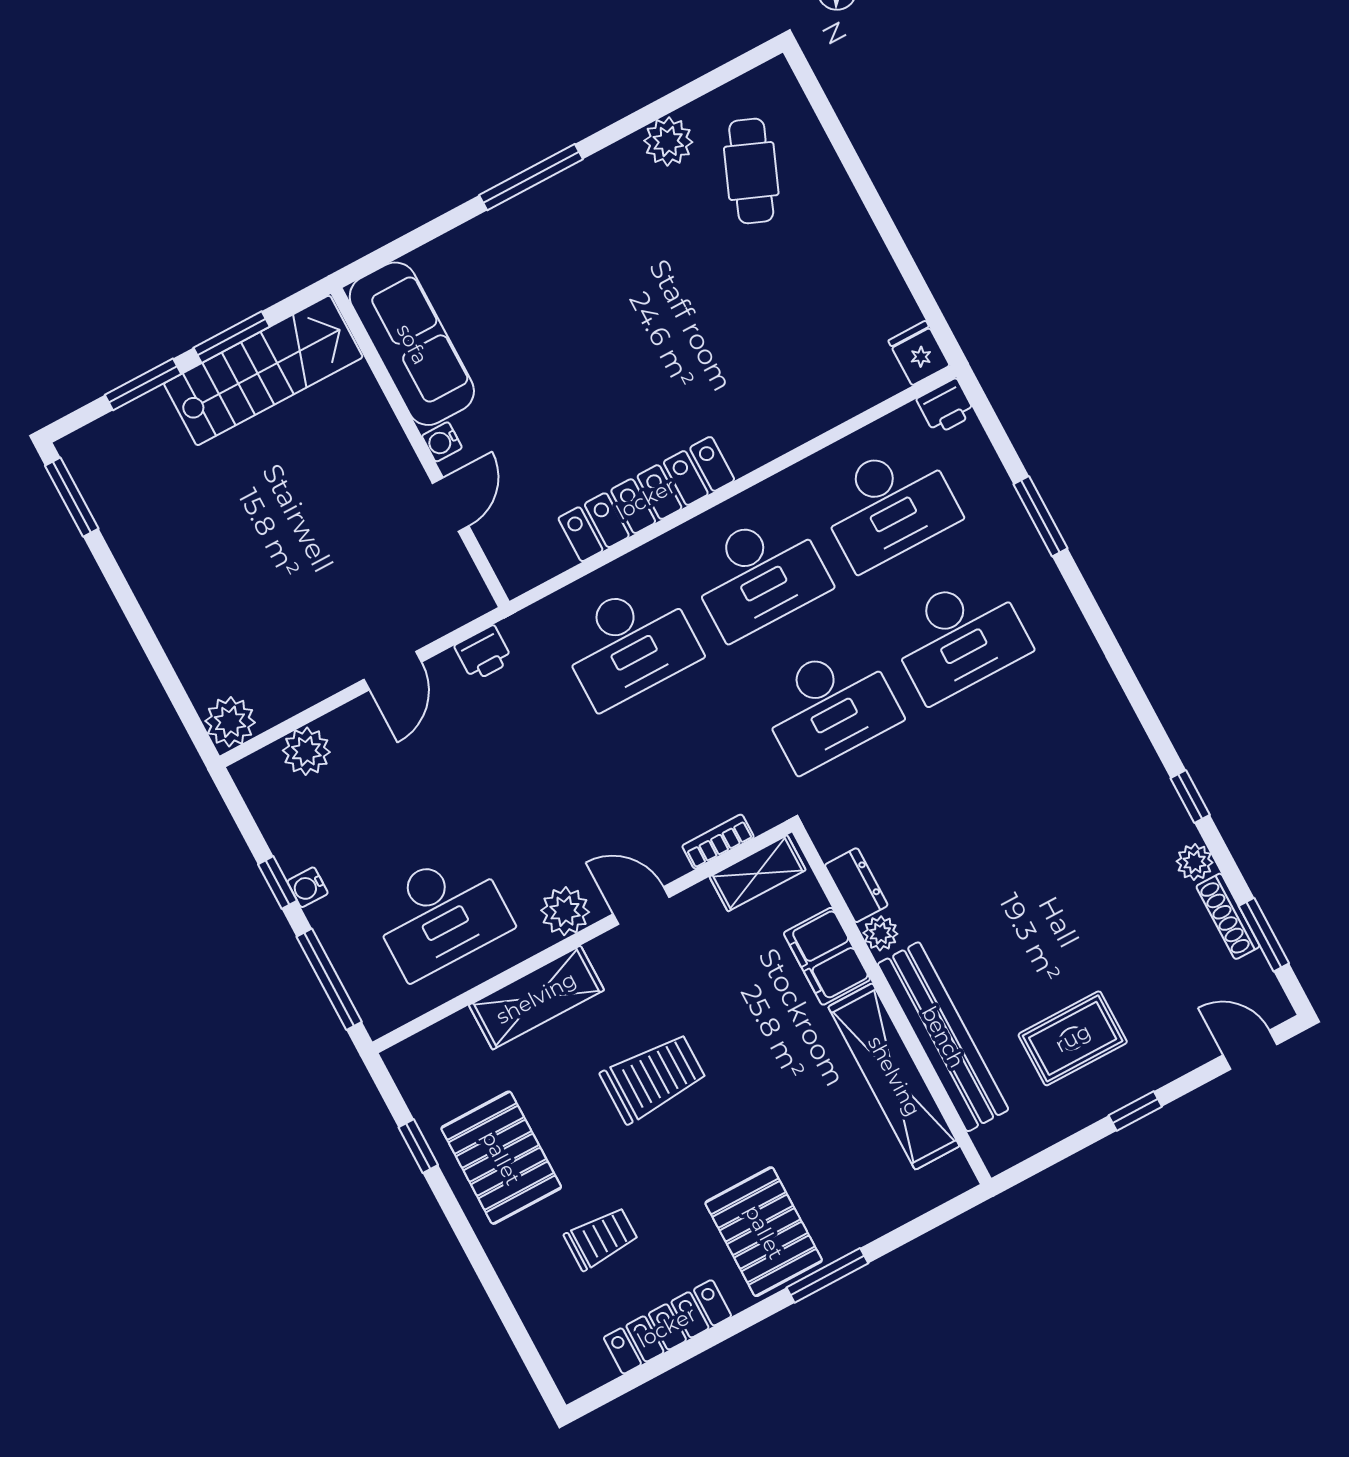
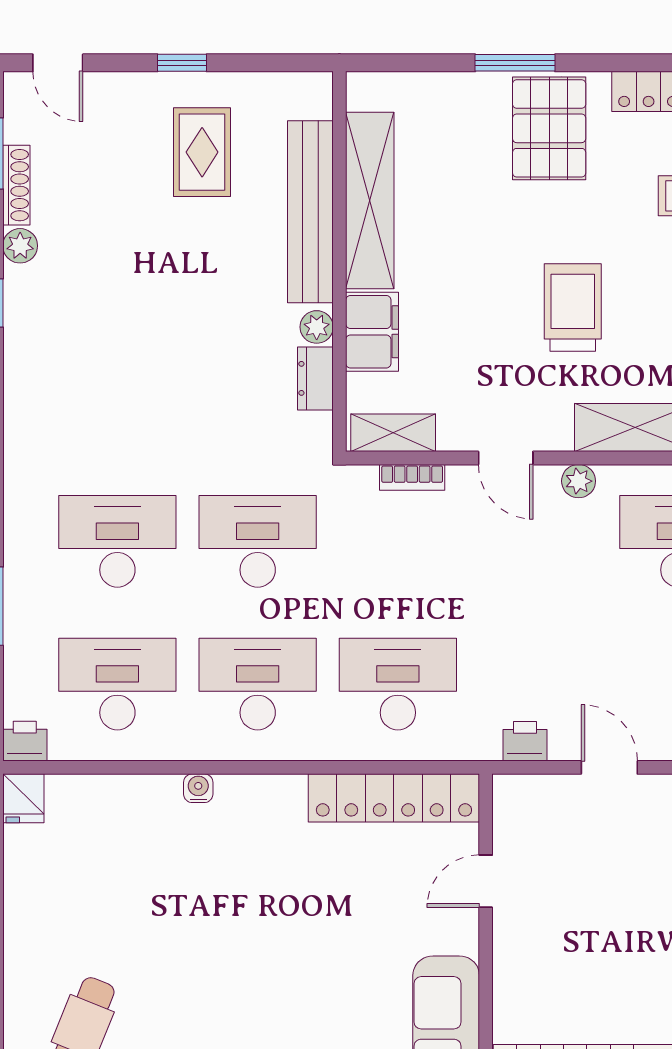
water cooler: (442, 442) -> (198, 788), moved, turned -90
locker: (646, 499) -> (394, 798), moved
door: (393, 671) -> (609, 767), hinge flipped
plant: (565, 911) -> (579, 481), width x0.73, depth x0.73
rug: (1073, 1038) -> (202, 152), turned 90
trolley: (653, 1078) -> (573, 308), turned 90

